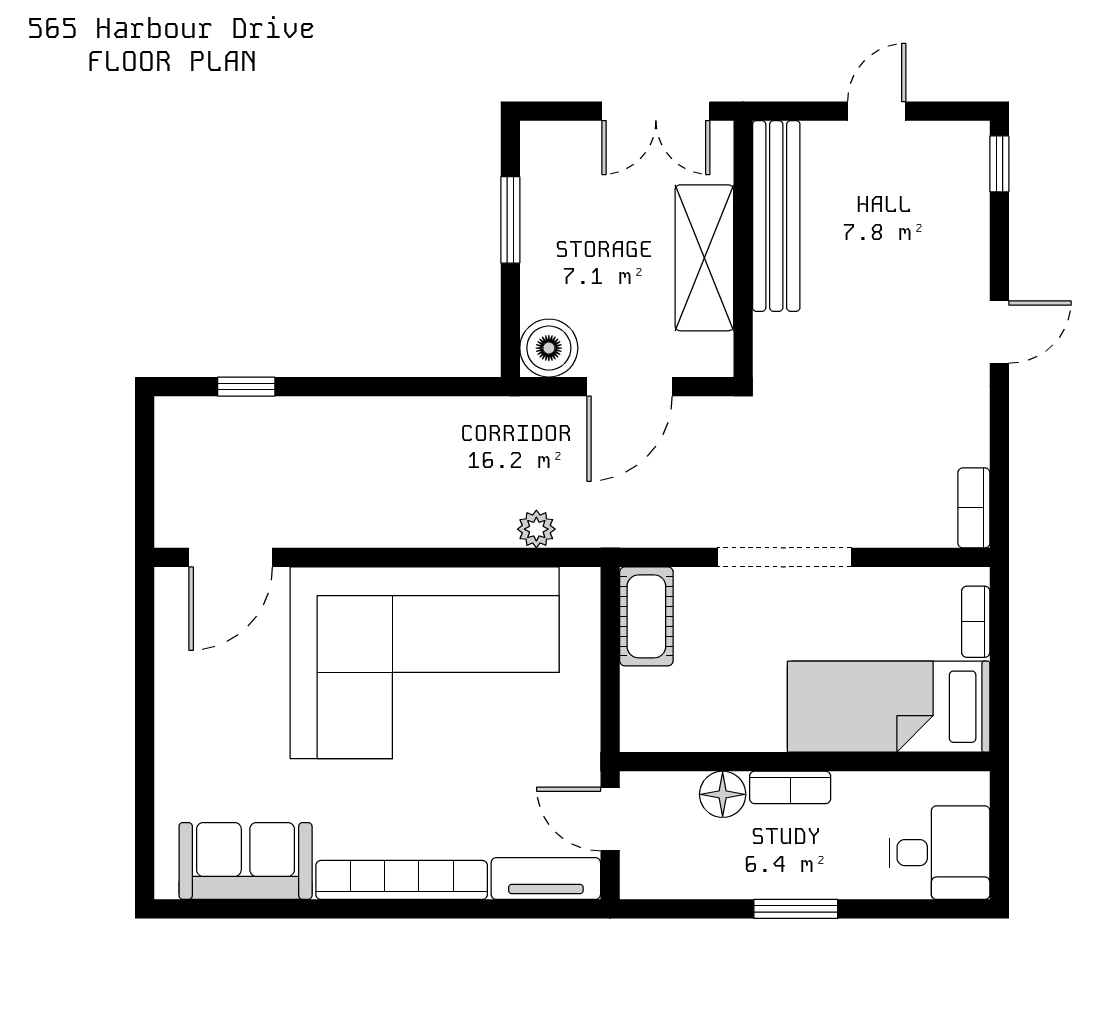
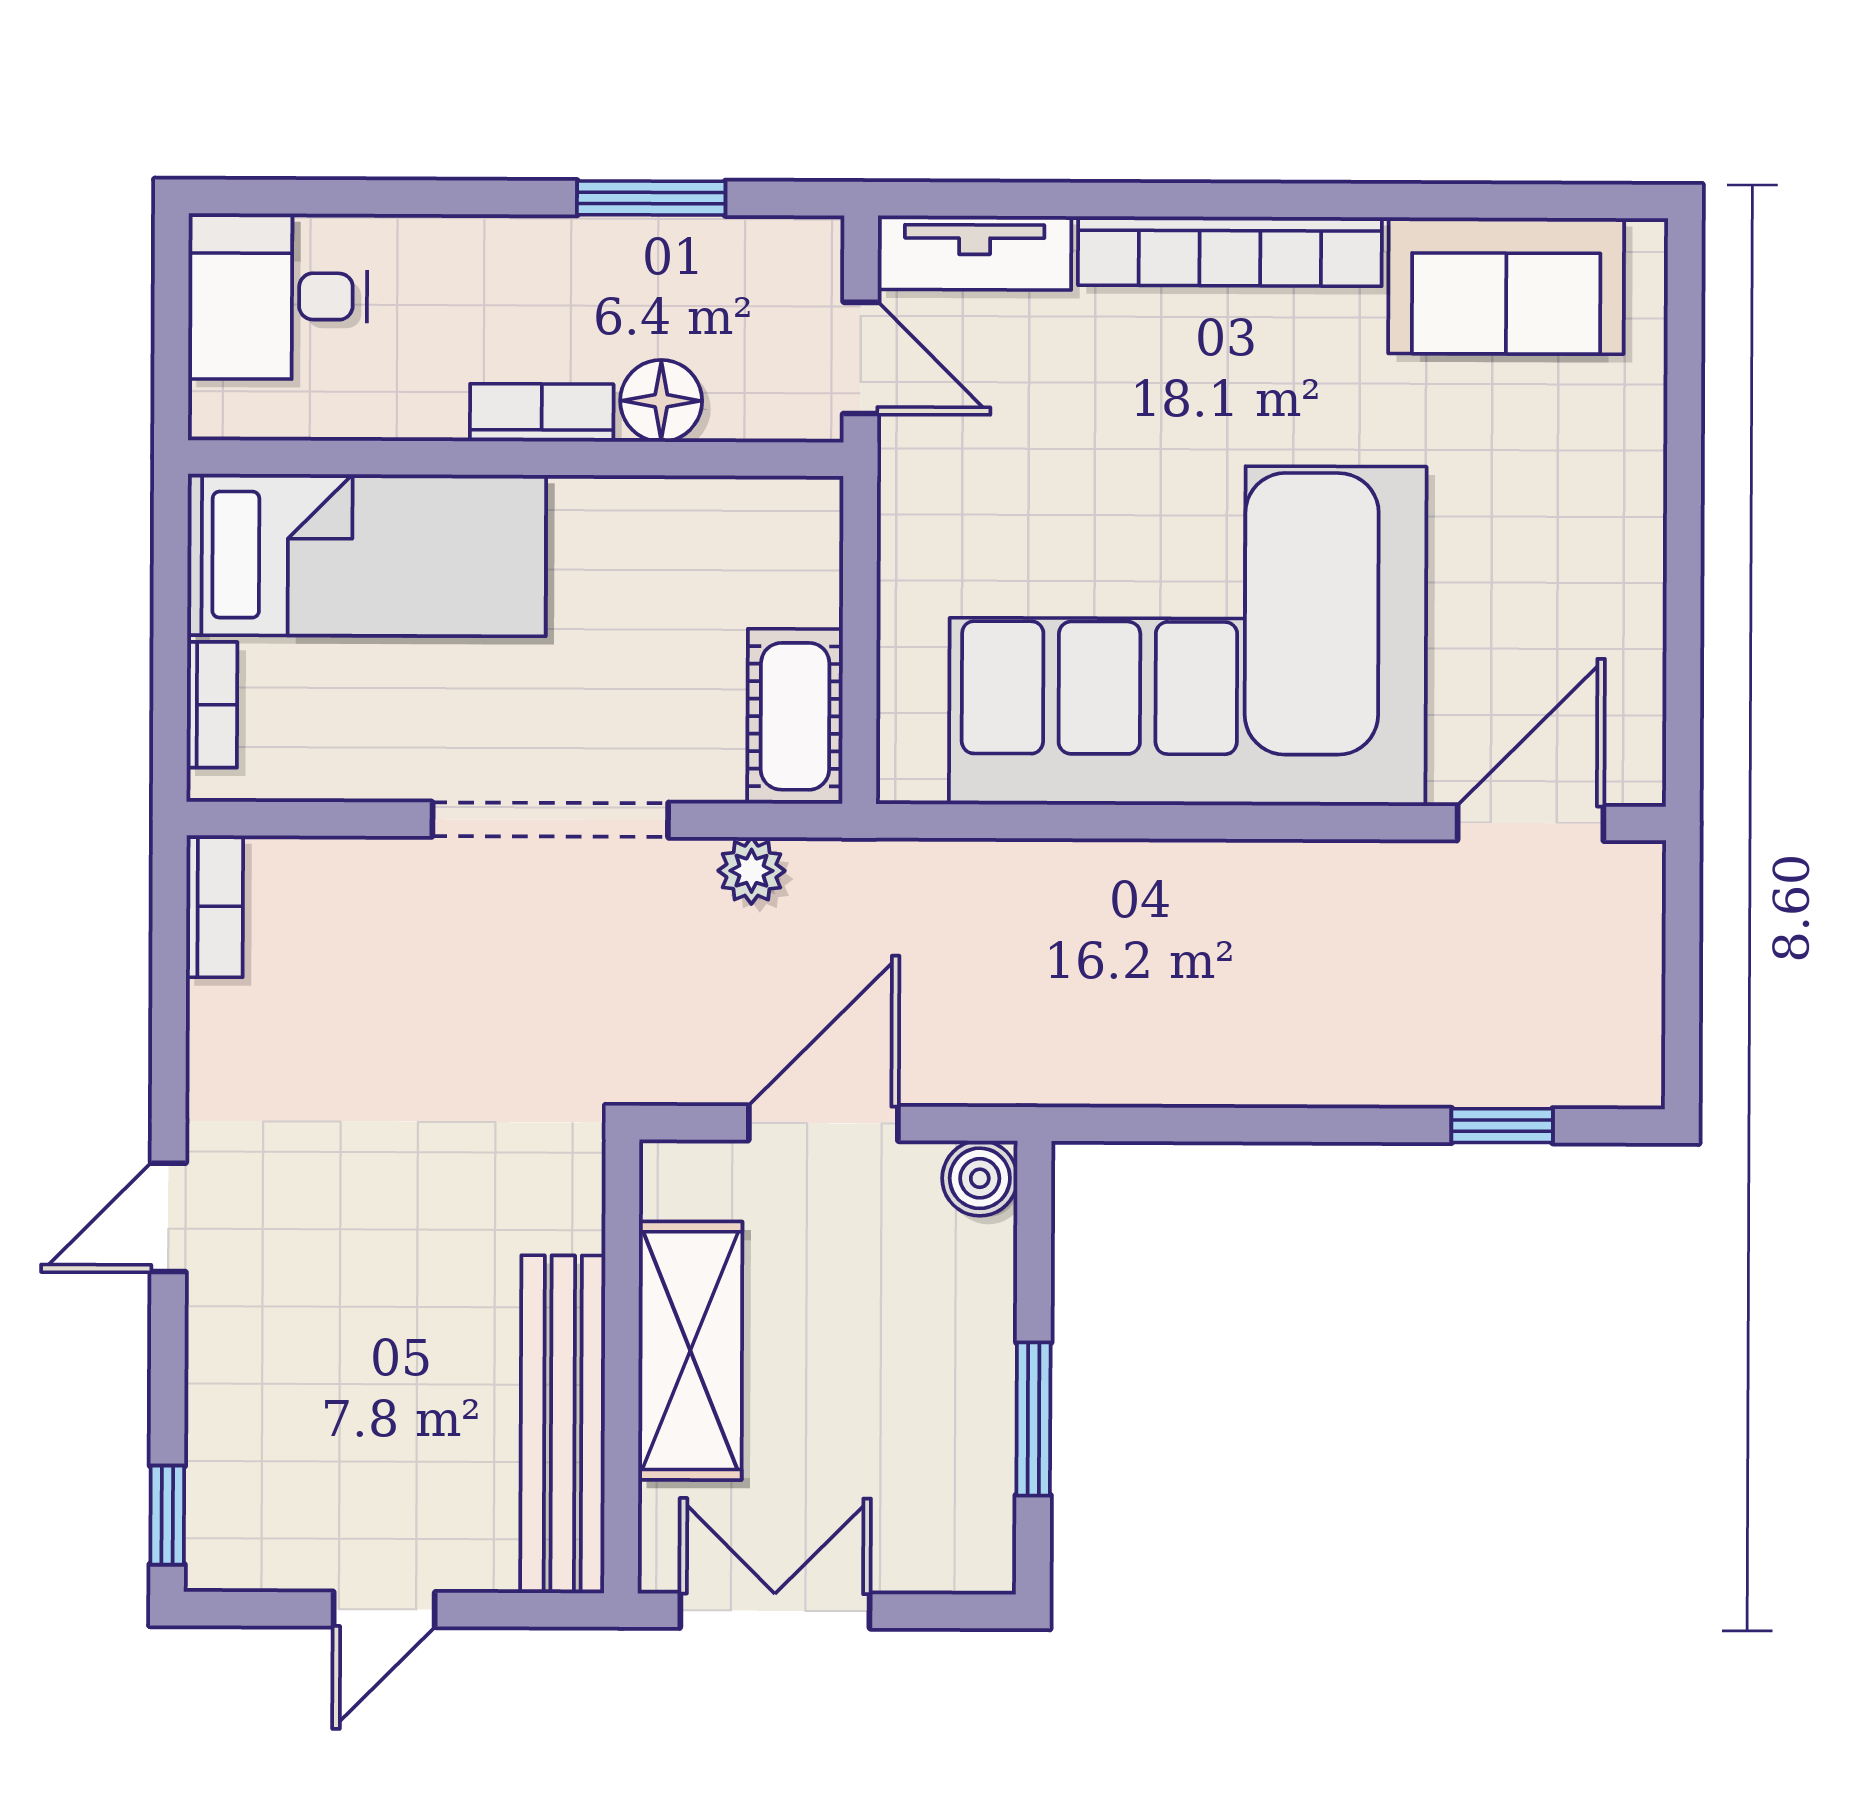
boiler: (549, 348) -> (980, 1178), width x0.73, depth x0.73
plant: (536, 529) -> (751, 871), moved
window: (796, 909) -> (651, 198), moved

